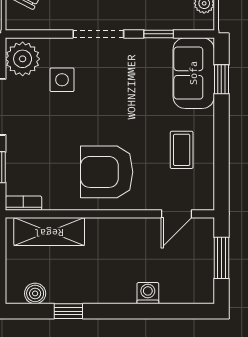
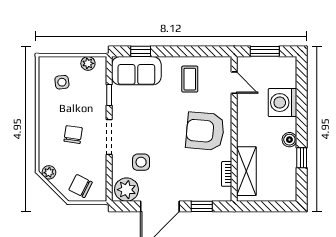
coffee table: (182, 150) -> (190, 79), turned 90
armchair: (107, 172) -> (205, 131), turned 95
bookcase: (23, 203) -> (227, 174), moved
boiler: (35, 293) -> (289, 140), moved
washing machine: (148, 293) -> (283, 103), width x1.89, depth x1.89

